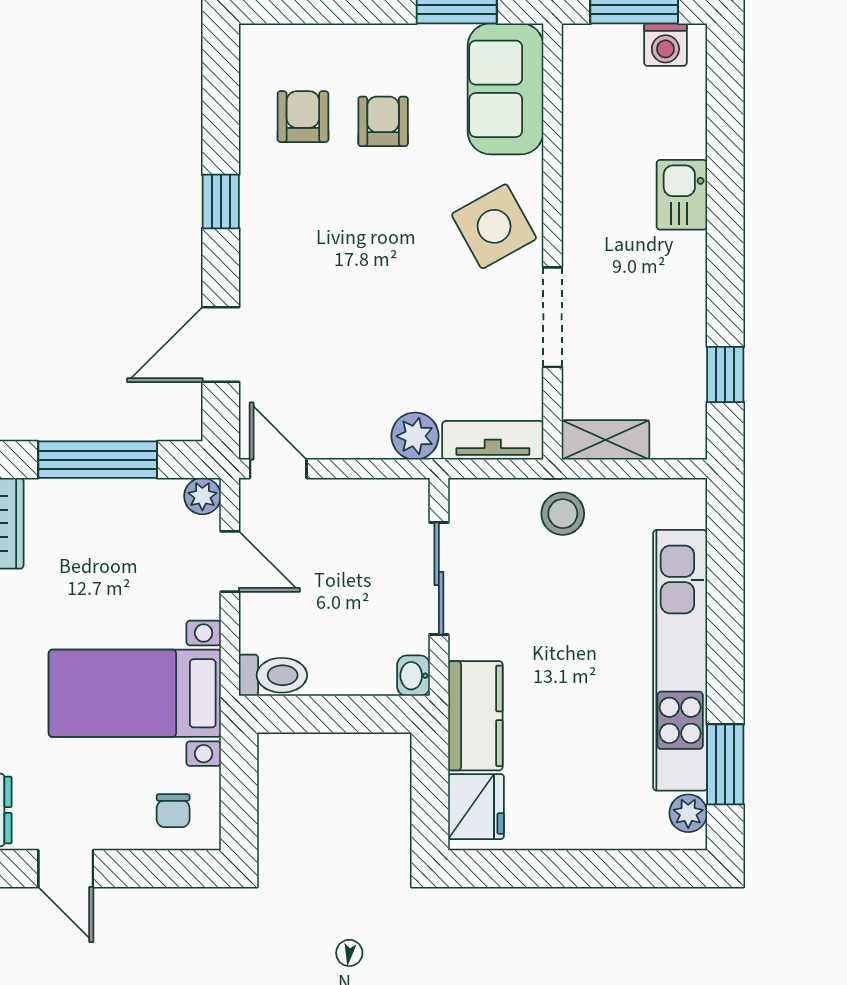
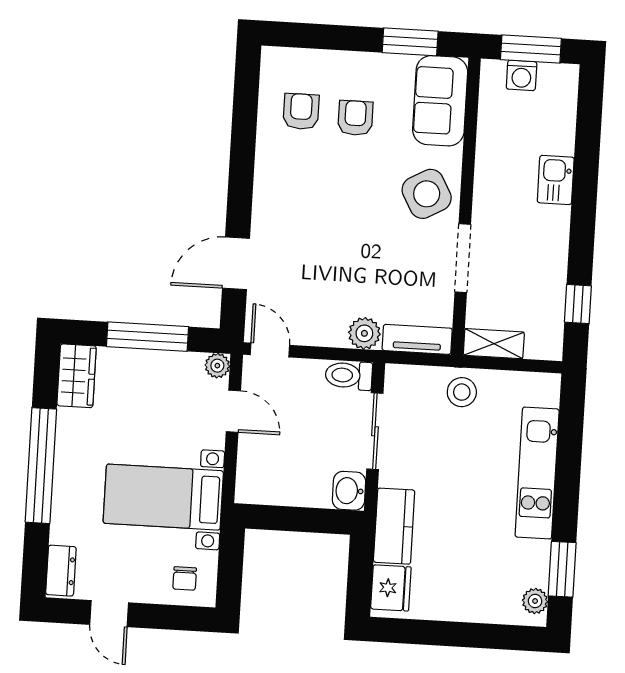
washing machine: (665, 45) -> (522, 75), moved
window: (221, 201) -> (242, 166), removed
kitchen unit: (680, 660) -> (537, 473), width x0.73
toilet: (273, 675) -> (349, 375), moved, turned 180
washbasin: (413, 676) -> (349, 491), width x1.38, depth x1.45

